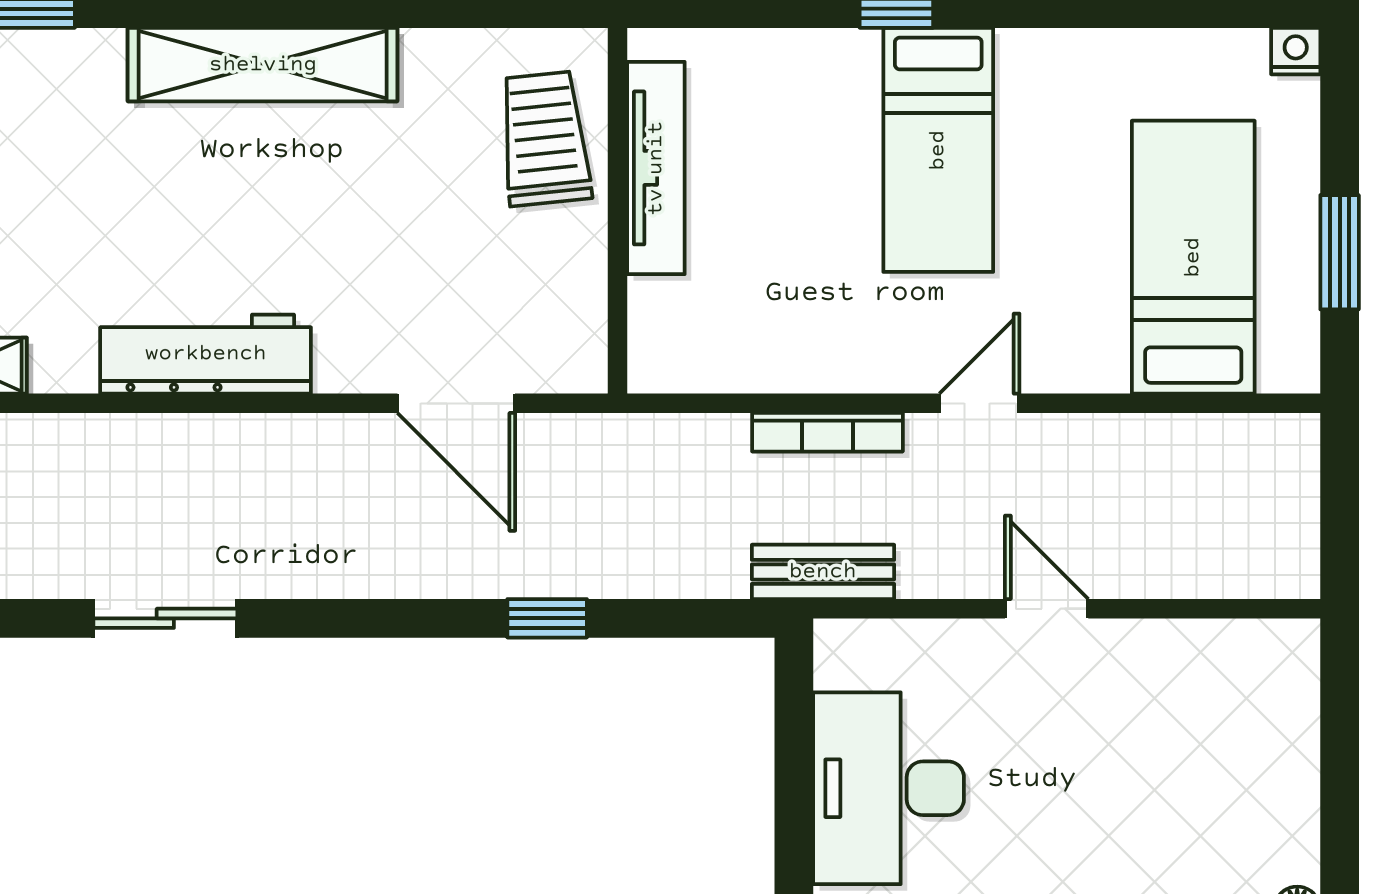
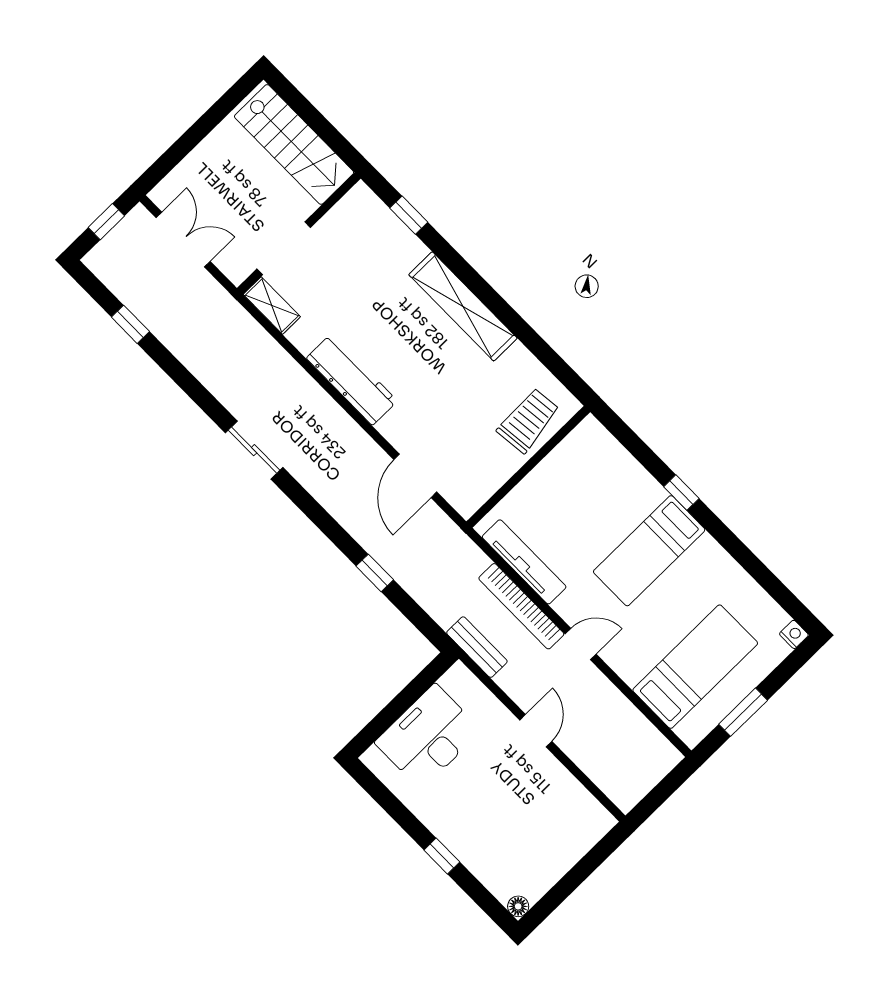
tv unit: (656, 168) -> (524, 562), moved, turned -90
bookcase: (827, 432) -> (521, 606), width x1.48, depth x1.31

